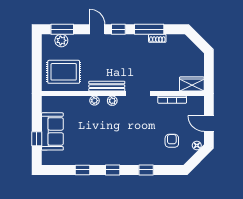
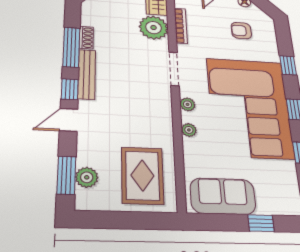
plant: (169, 81) -> (154, 28), added
bench: (107, 86) -> (87, 74), moved
sofa: (52, 131) -> (223, 196), moved
corner sofa: (112, 140) -> (249, 107), added

